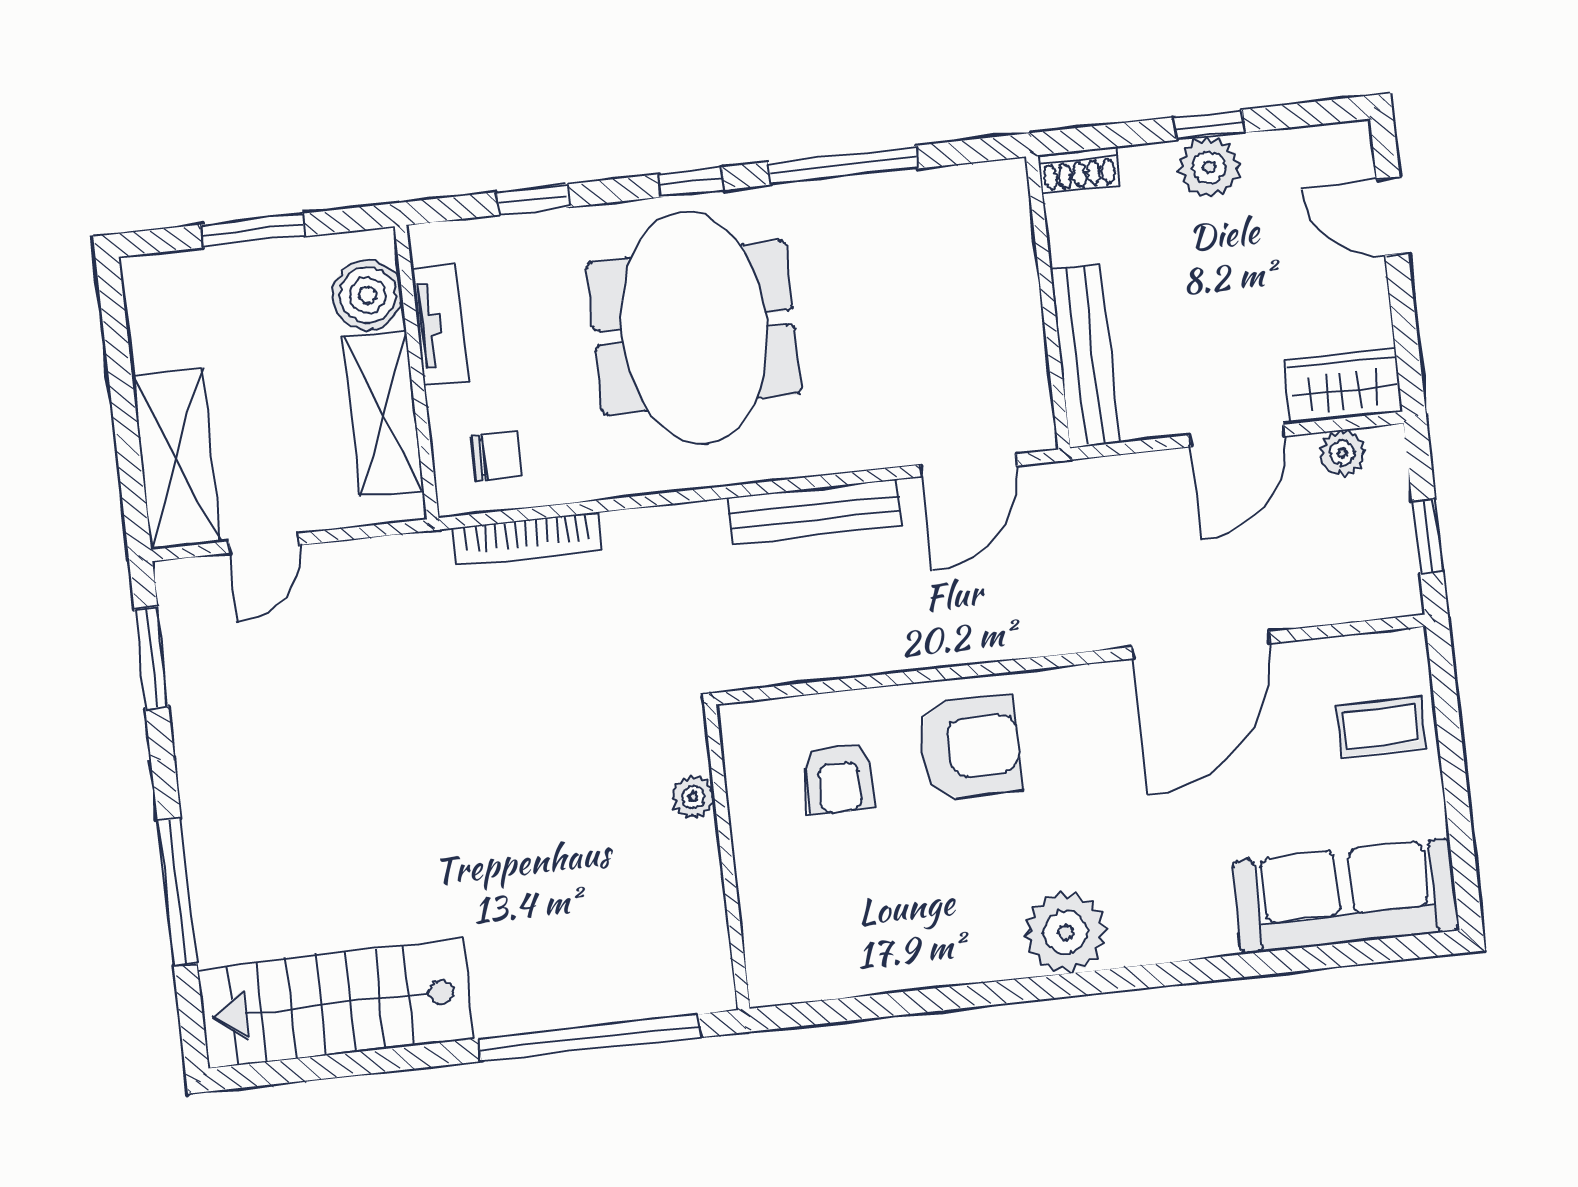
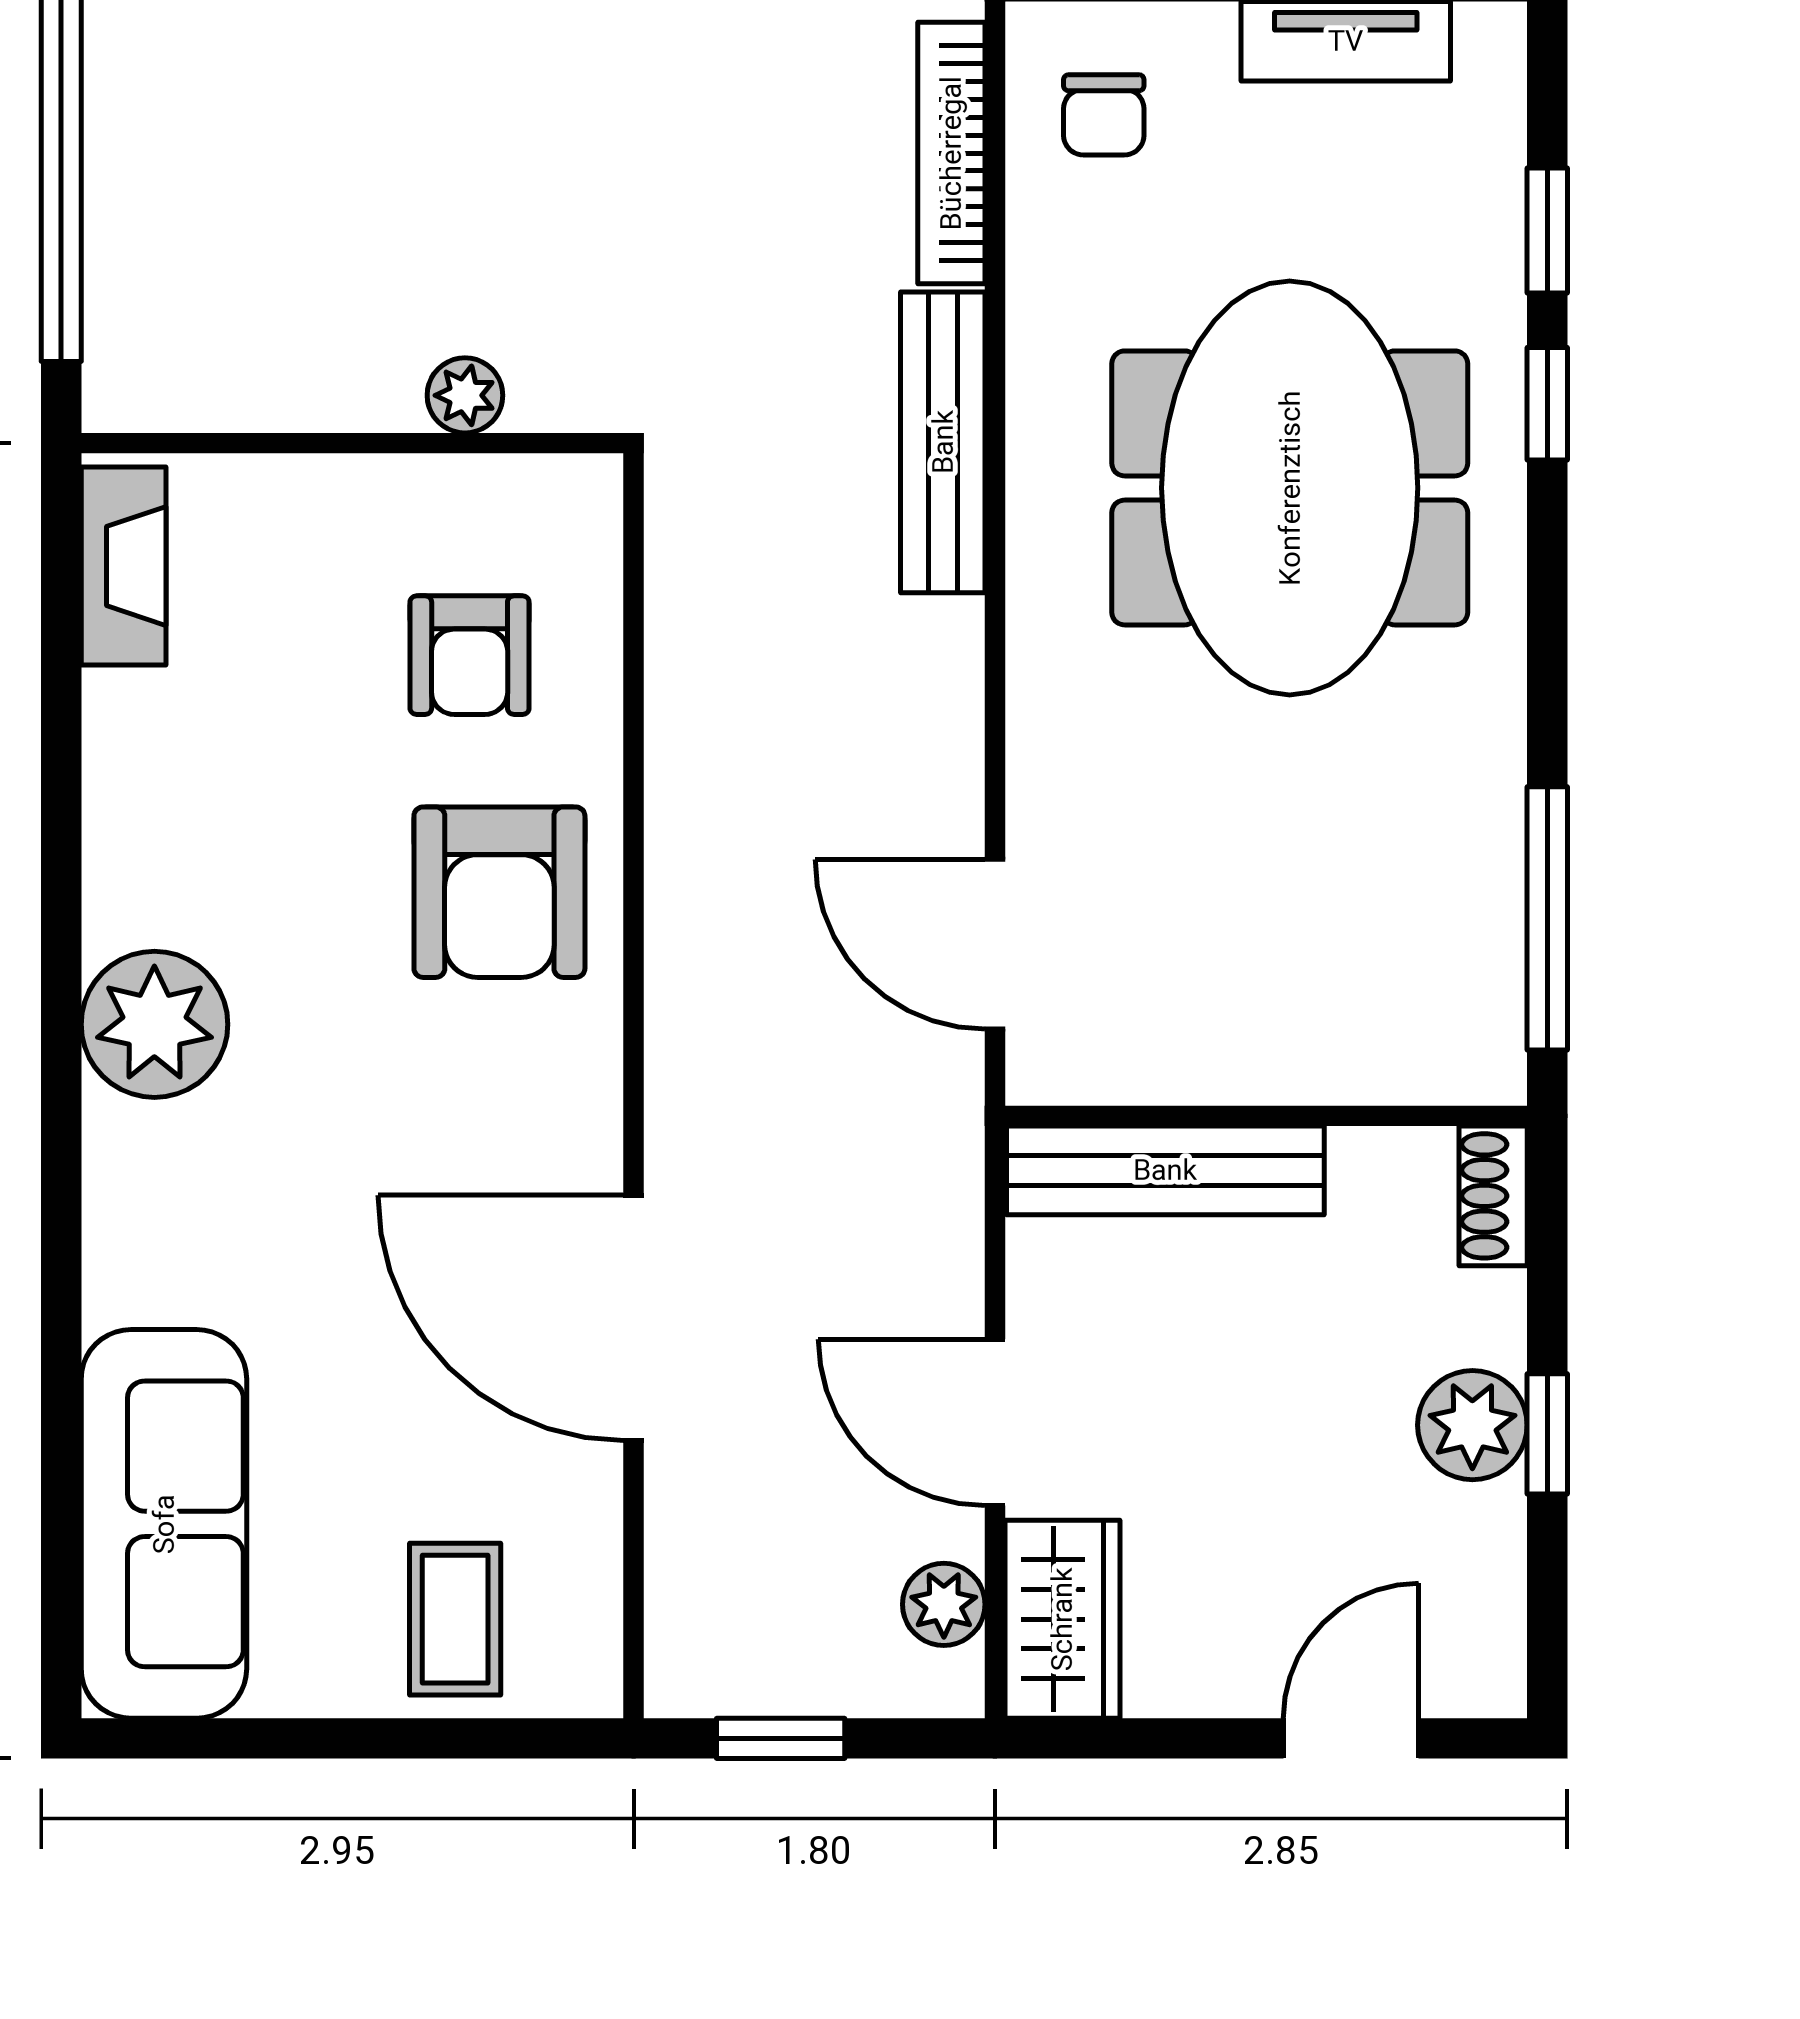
window: (843, 165) -> (1547, 918), moved
window: (691, 182) -> (1547, 404), moved
meeting table: (694, 328) -> (1290, 488), turned 90
bench: (815, 512) -> (943, 442), moved
armchair: (839, 778) -> (470, 655), turned -90
fireplace: (810, 978) -> (124, 566), added

